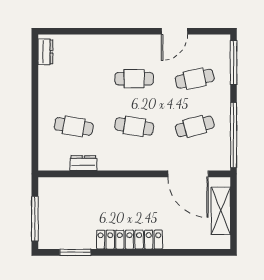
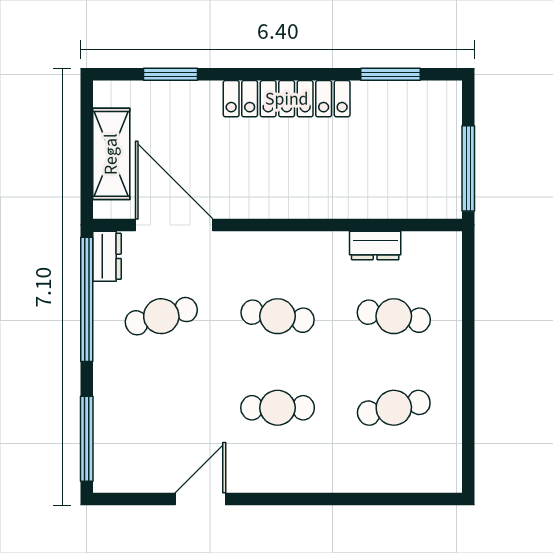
dresser: (45, 52) -> (107, 256), moved, turned 180
cafe table: (195, 79) -> (394, 408), moved
window: (35, 219) -> (468, 168), moved
window: (190, 252) -> (170, 74), added

